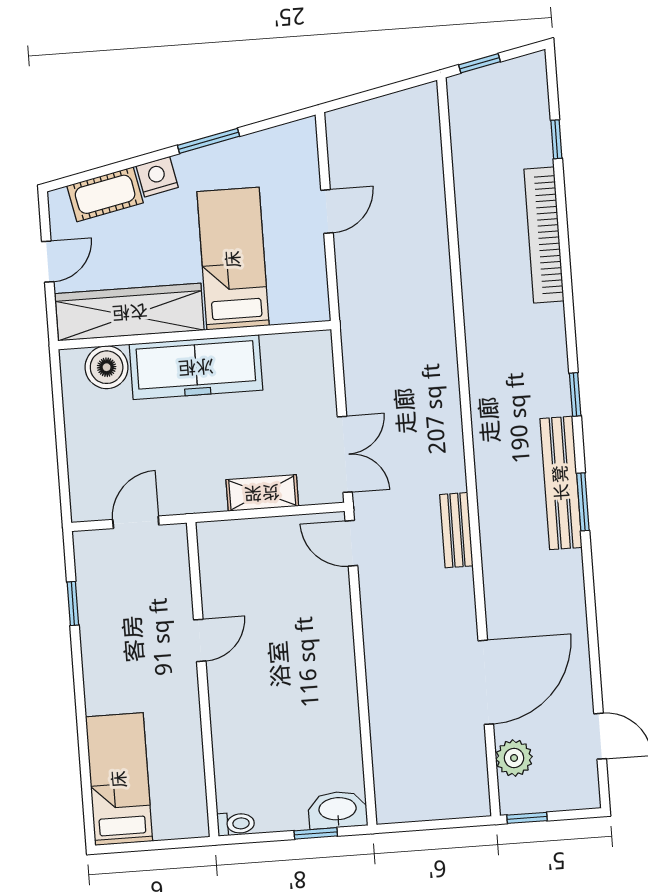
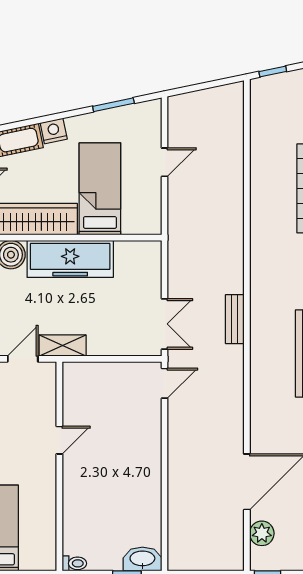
window: (209, 141) -> (113, 105), moved
shelving: (262, 493) -> (63, 346), moved
bench: (456, 530) -> (235, 319), moved
door: (351, 543) -> (165, 383), swing flipped

